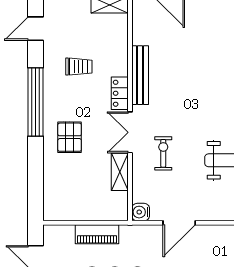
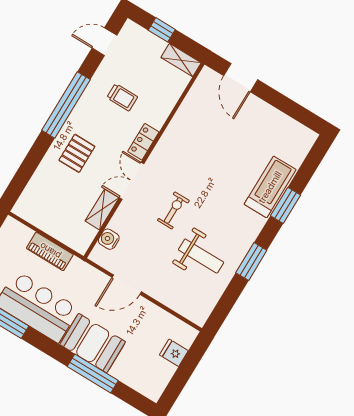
bench: (140, 75) -> (170, 137), removed
exercise bike: (163, 153) -> (173, 210), moved
water cooler: (141, 212) -> (109, 239), moved

